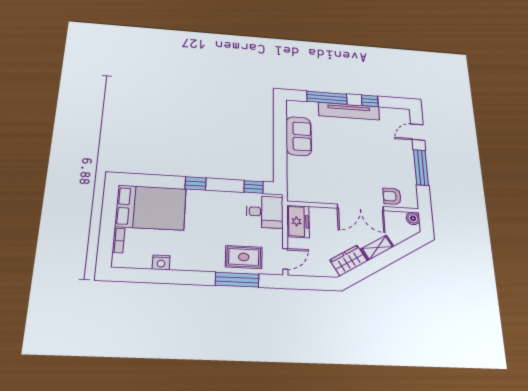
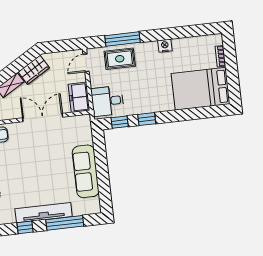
sofa: (299, 136) -> (86, 171), width x1.36
window: (196, 183) -> (147, 119), moved
double door: (360, 207) -> (43, 118), moved
nightstand: (161, 262) -> (165, 46), moved

